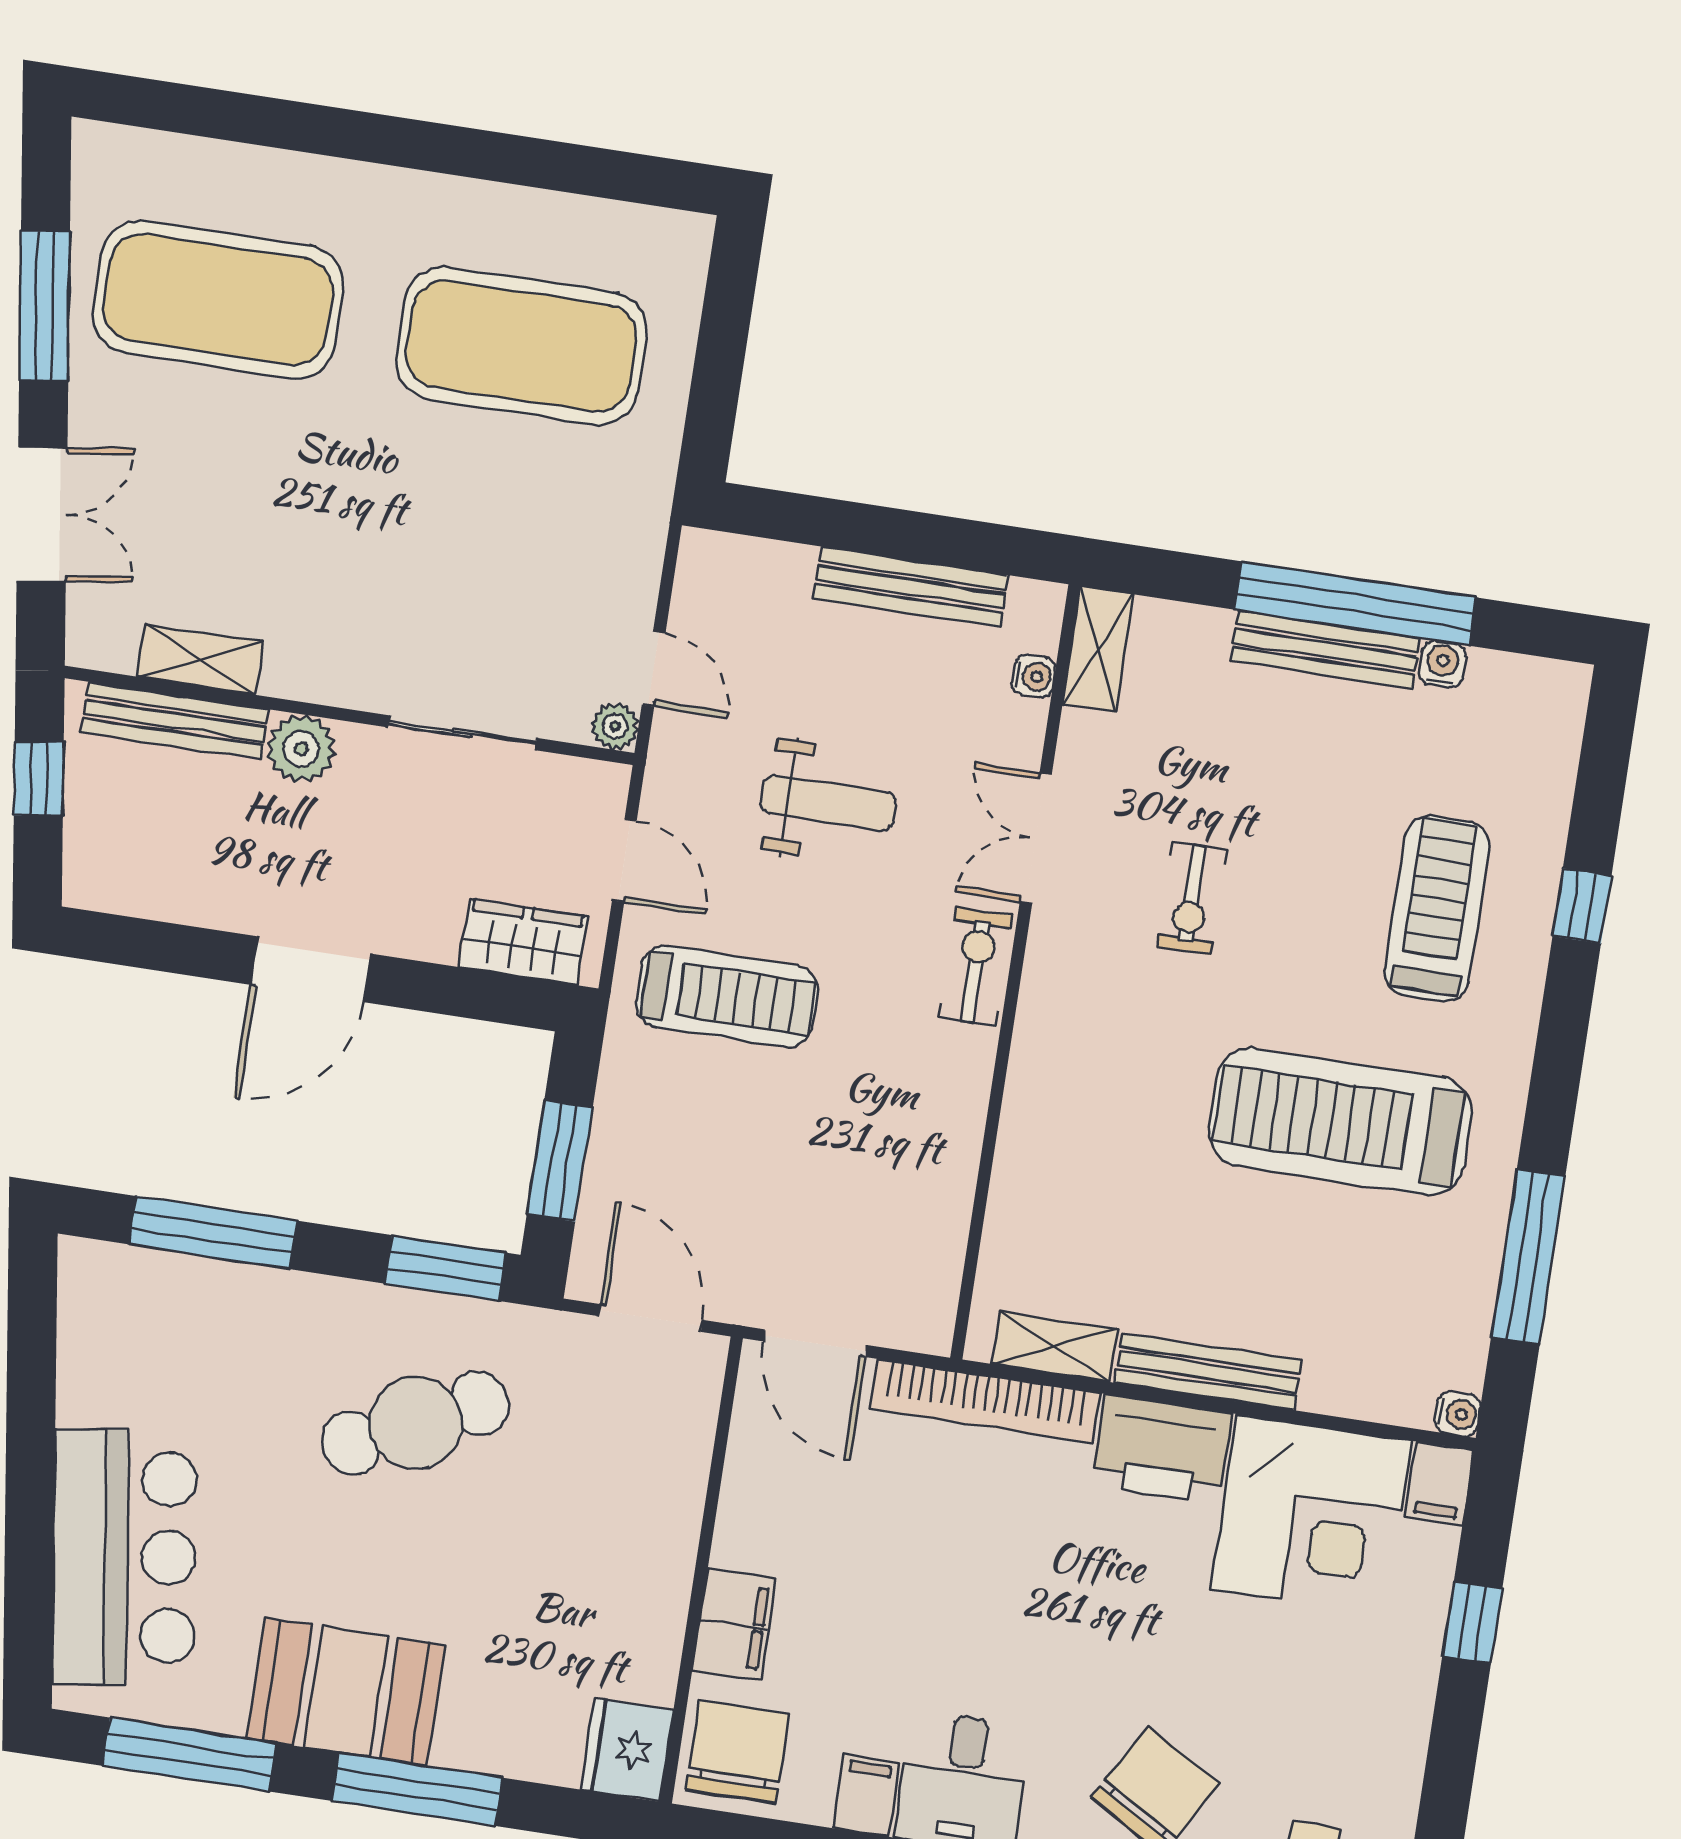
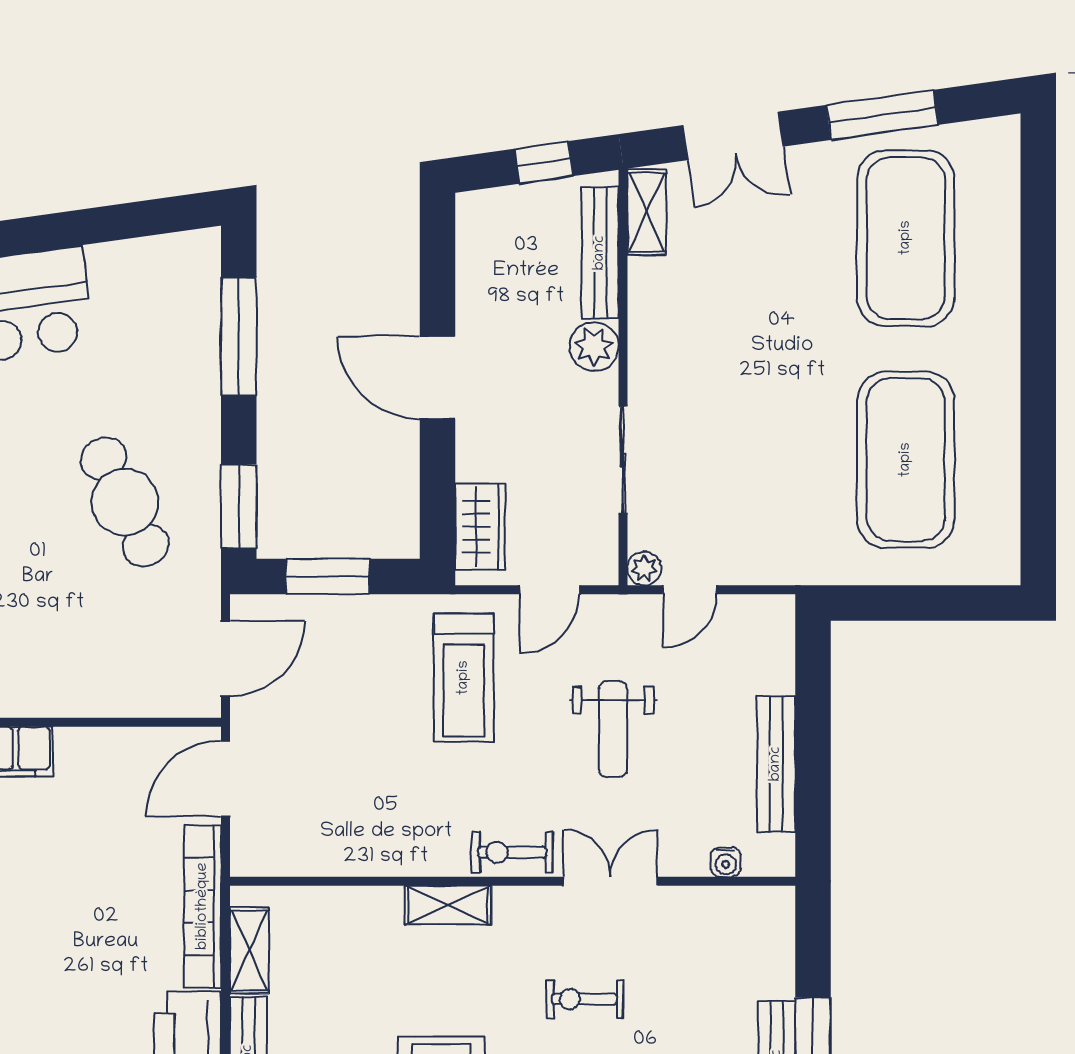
shelving: (1098, 649) -> (448, 905), moved
shelving: (200, 659) -> (647, 212), moved
exercise bike: (976, 966) -> (512, 852), turned 180

